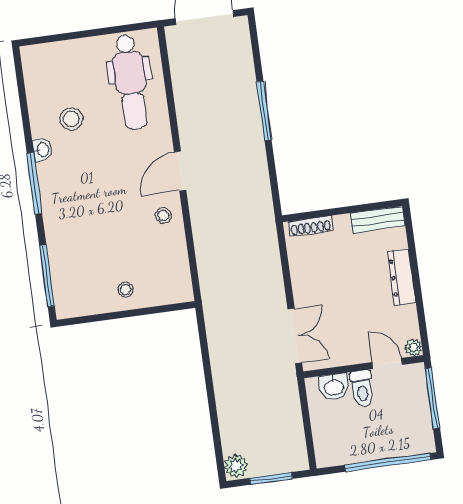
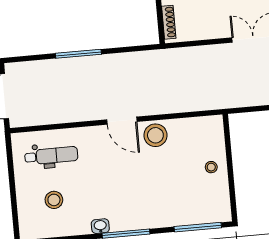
dental chair: (131, 82) -> (51, 156), width x0.73, depth x0.72
stool: (71, 119) -> (54, 200), moved
stool: (163, 215) -> (155, 135), width x1.89, depth x1.89

